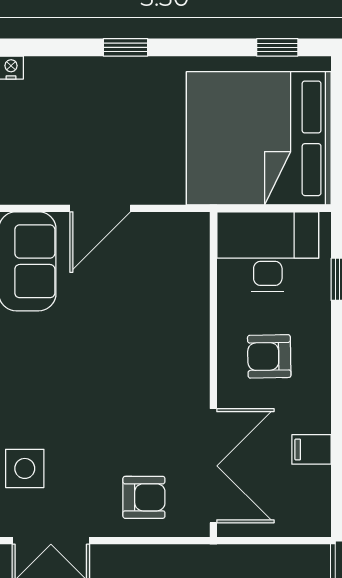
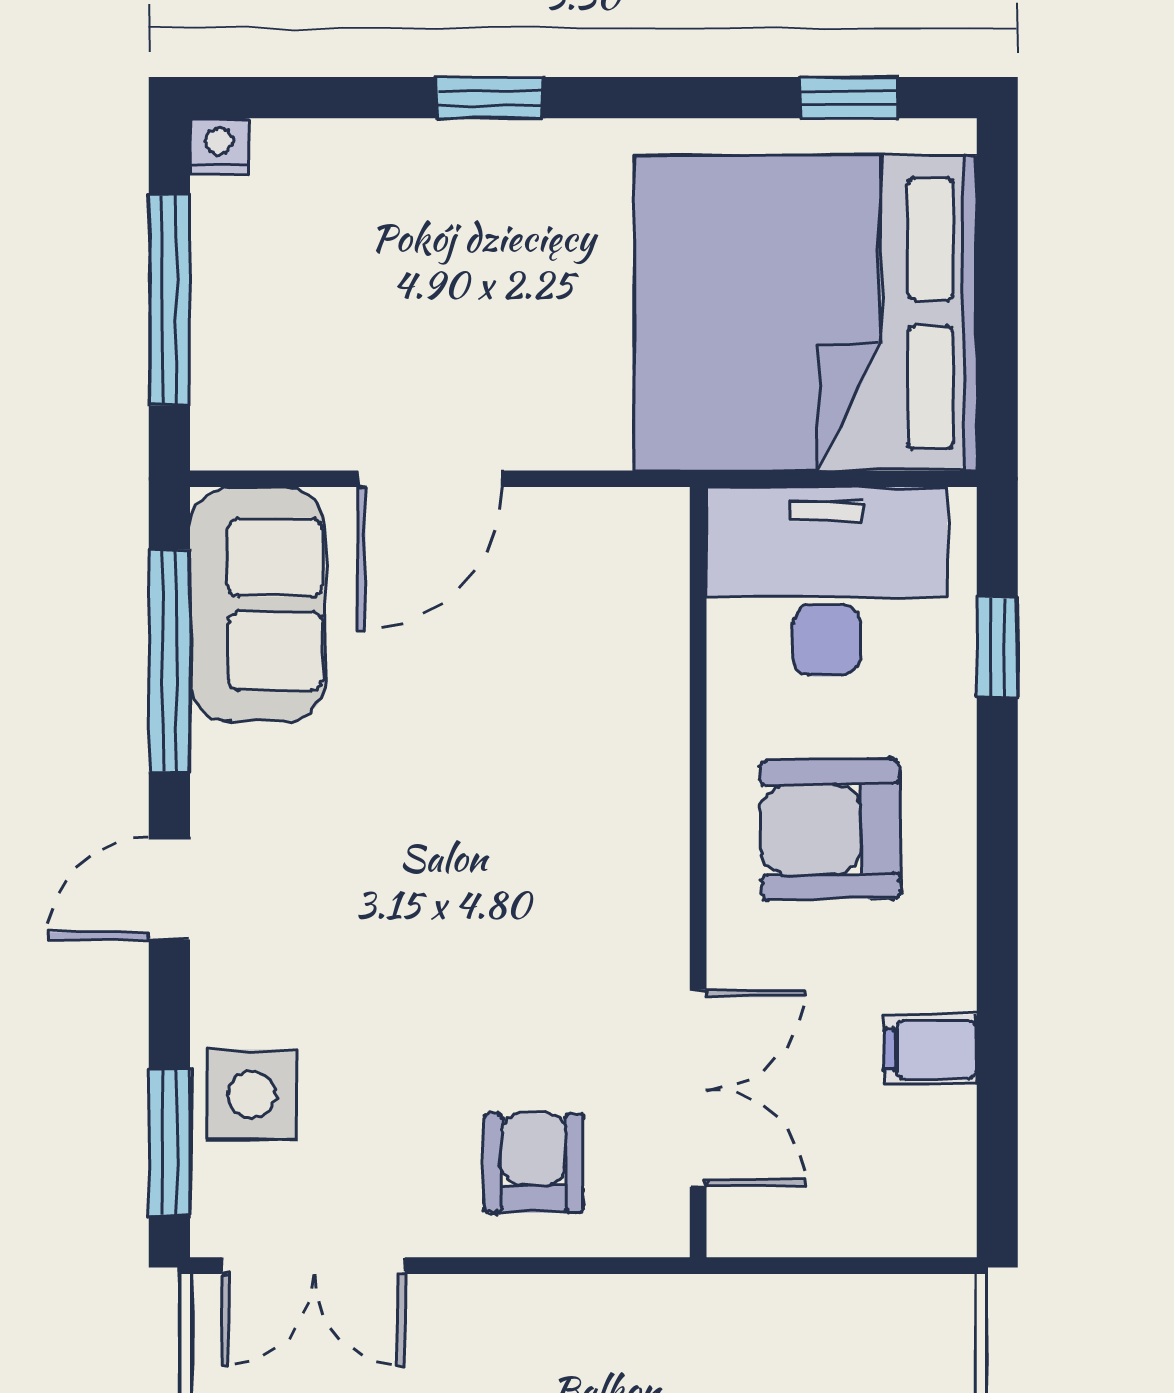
armchair: (269, 356) -> (830, 829), width x1.38, depth x1.38
double door: (213, 466) -> (698, 1088), width x0.73
armchair: (144, 497) -> (534, 1163), turned -90

